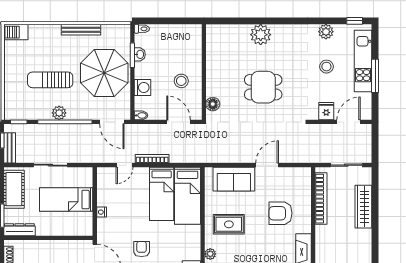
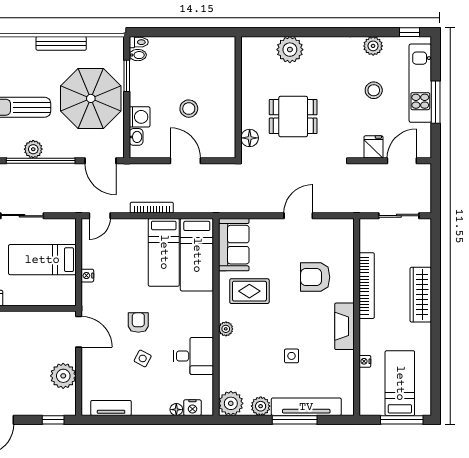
washbasin: (140, 54) -> (136, 137), moved
wall: (204, 72) -> (238, 97), moved
floor lamp: (213, 104) -> (250, 138), moved
bidet: (141, 115) -> (138, 55), moved
door: (125, 165) -> (100, 216), moved
sofa: (234, 179) -> (234, 245), moved, turned -90
bookcase: (321, 199) -> (367, 286), moved
wardrobe: (363, 207) -> (421, 295), moved

